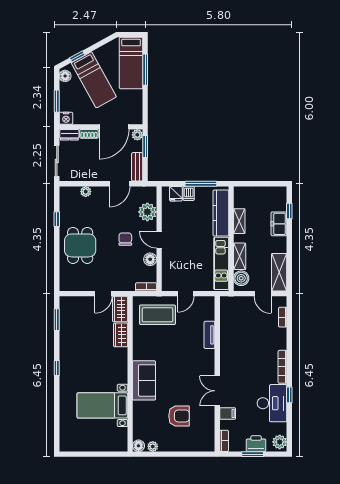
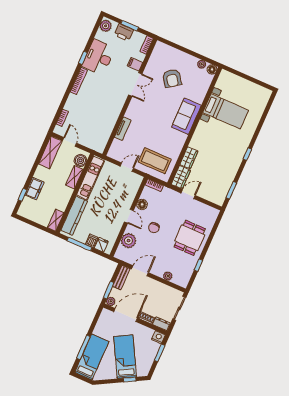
floor lamp: (65, 76) -> (145, 369), removed
shelving: (239, 221) -> (56, 220), moved
armchair: (179, 416) -> (172, 78), turned -126

